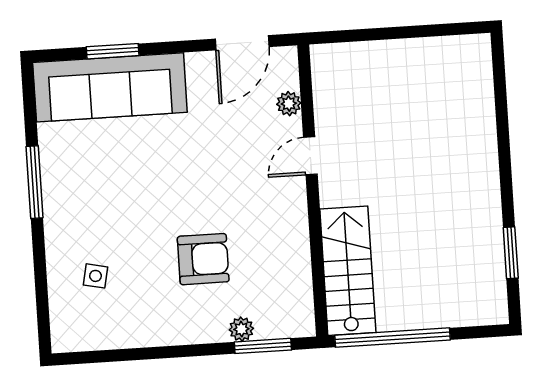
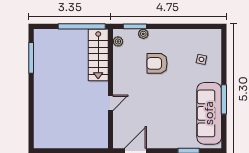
sofa: (110, 87) -> (209, 113), moved, turned -90
plant: (289, 104) -> (118, 41), moved
window: (511, 253) -> (31, 58), width x1.44

